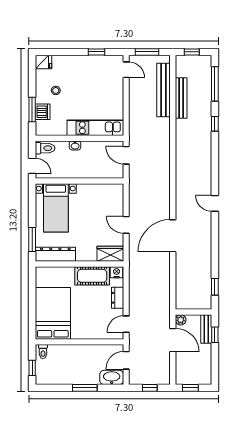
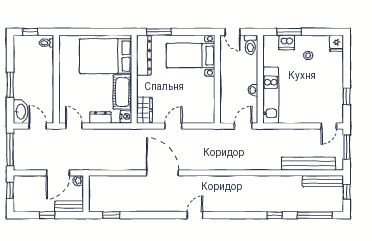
bench: (181, 98) -> (323, 181), moved
washbasin: (75, 145) -> (253, 90), moved
door: (32, 166) -> (232, 32), hinge flipped
bed: (53, 313) -> (106, 56), moved, turned 180
window: (215, 335) -> (47, 215), moved
window: (150, 388) -> (10, 150), width x2.17

